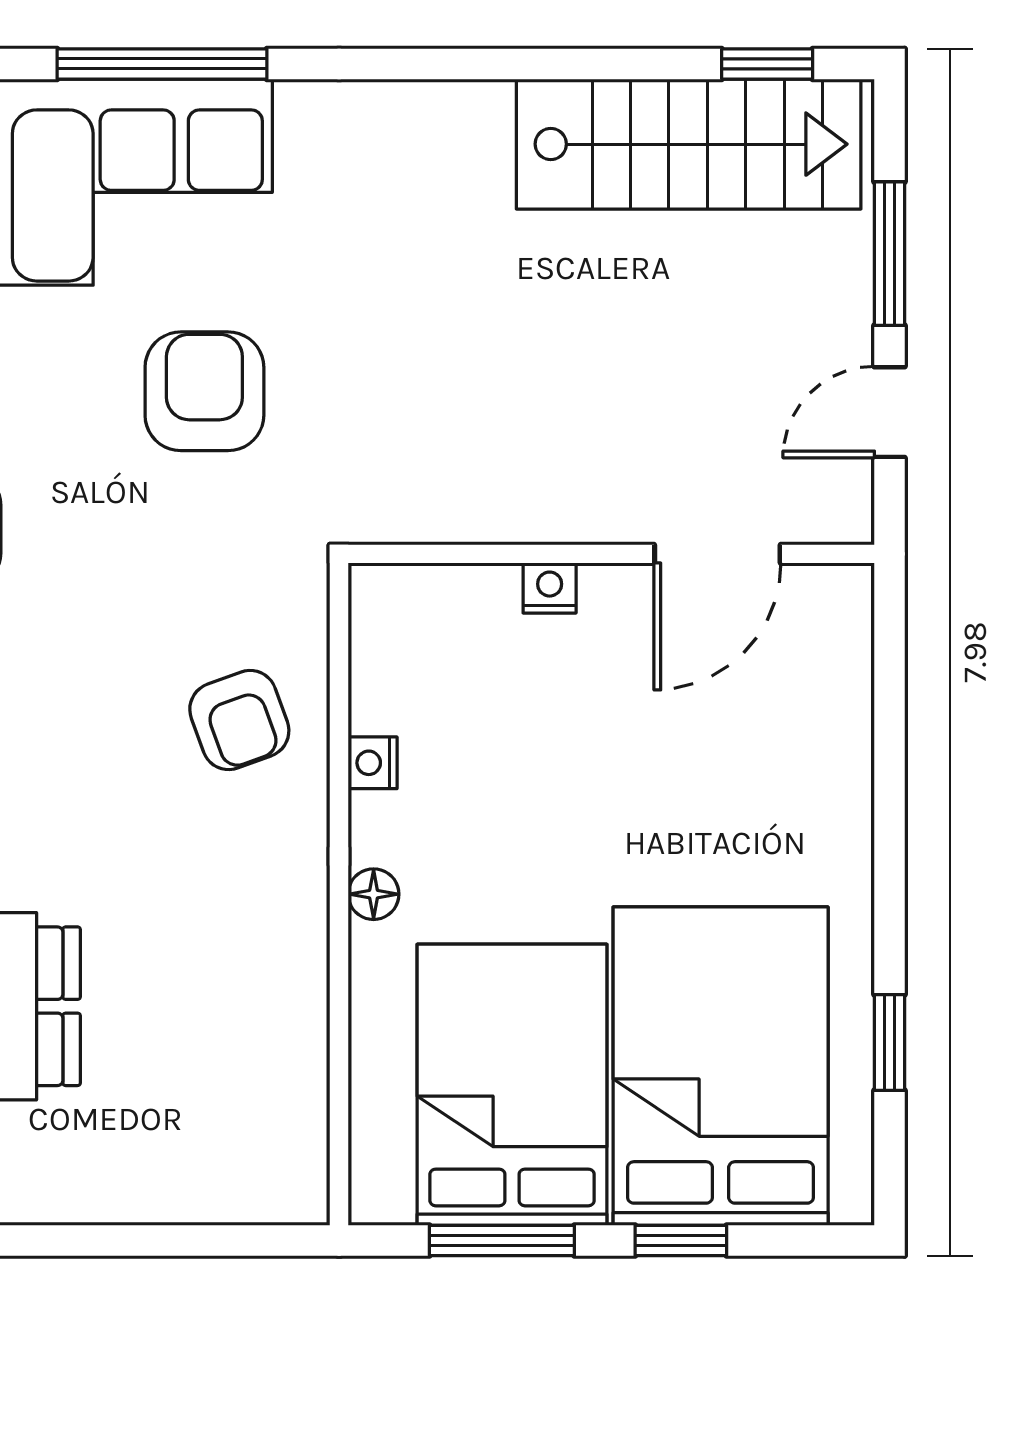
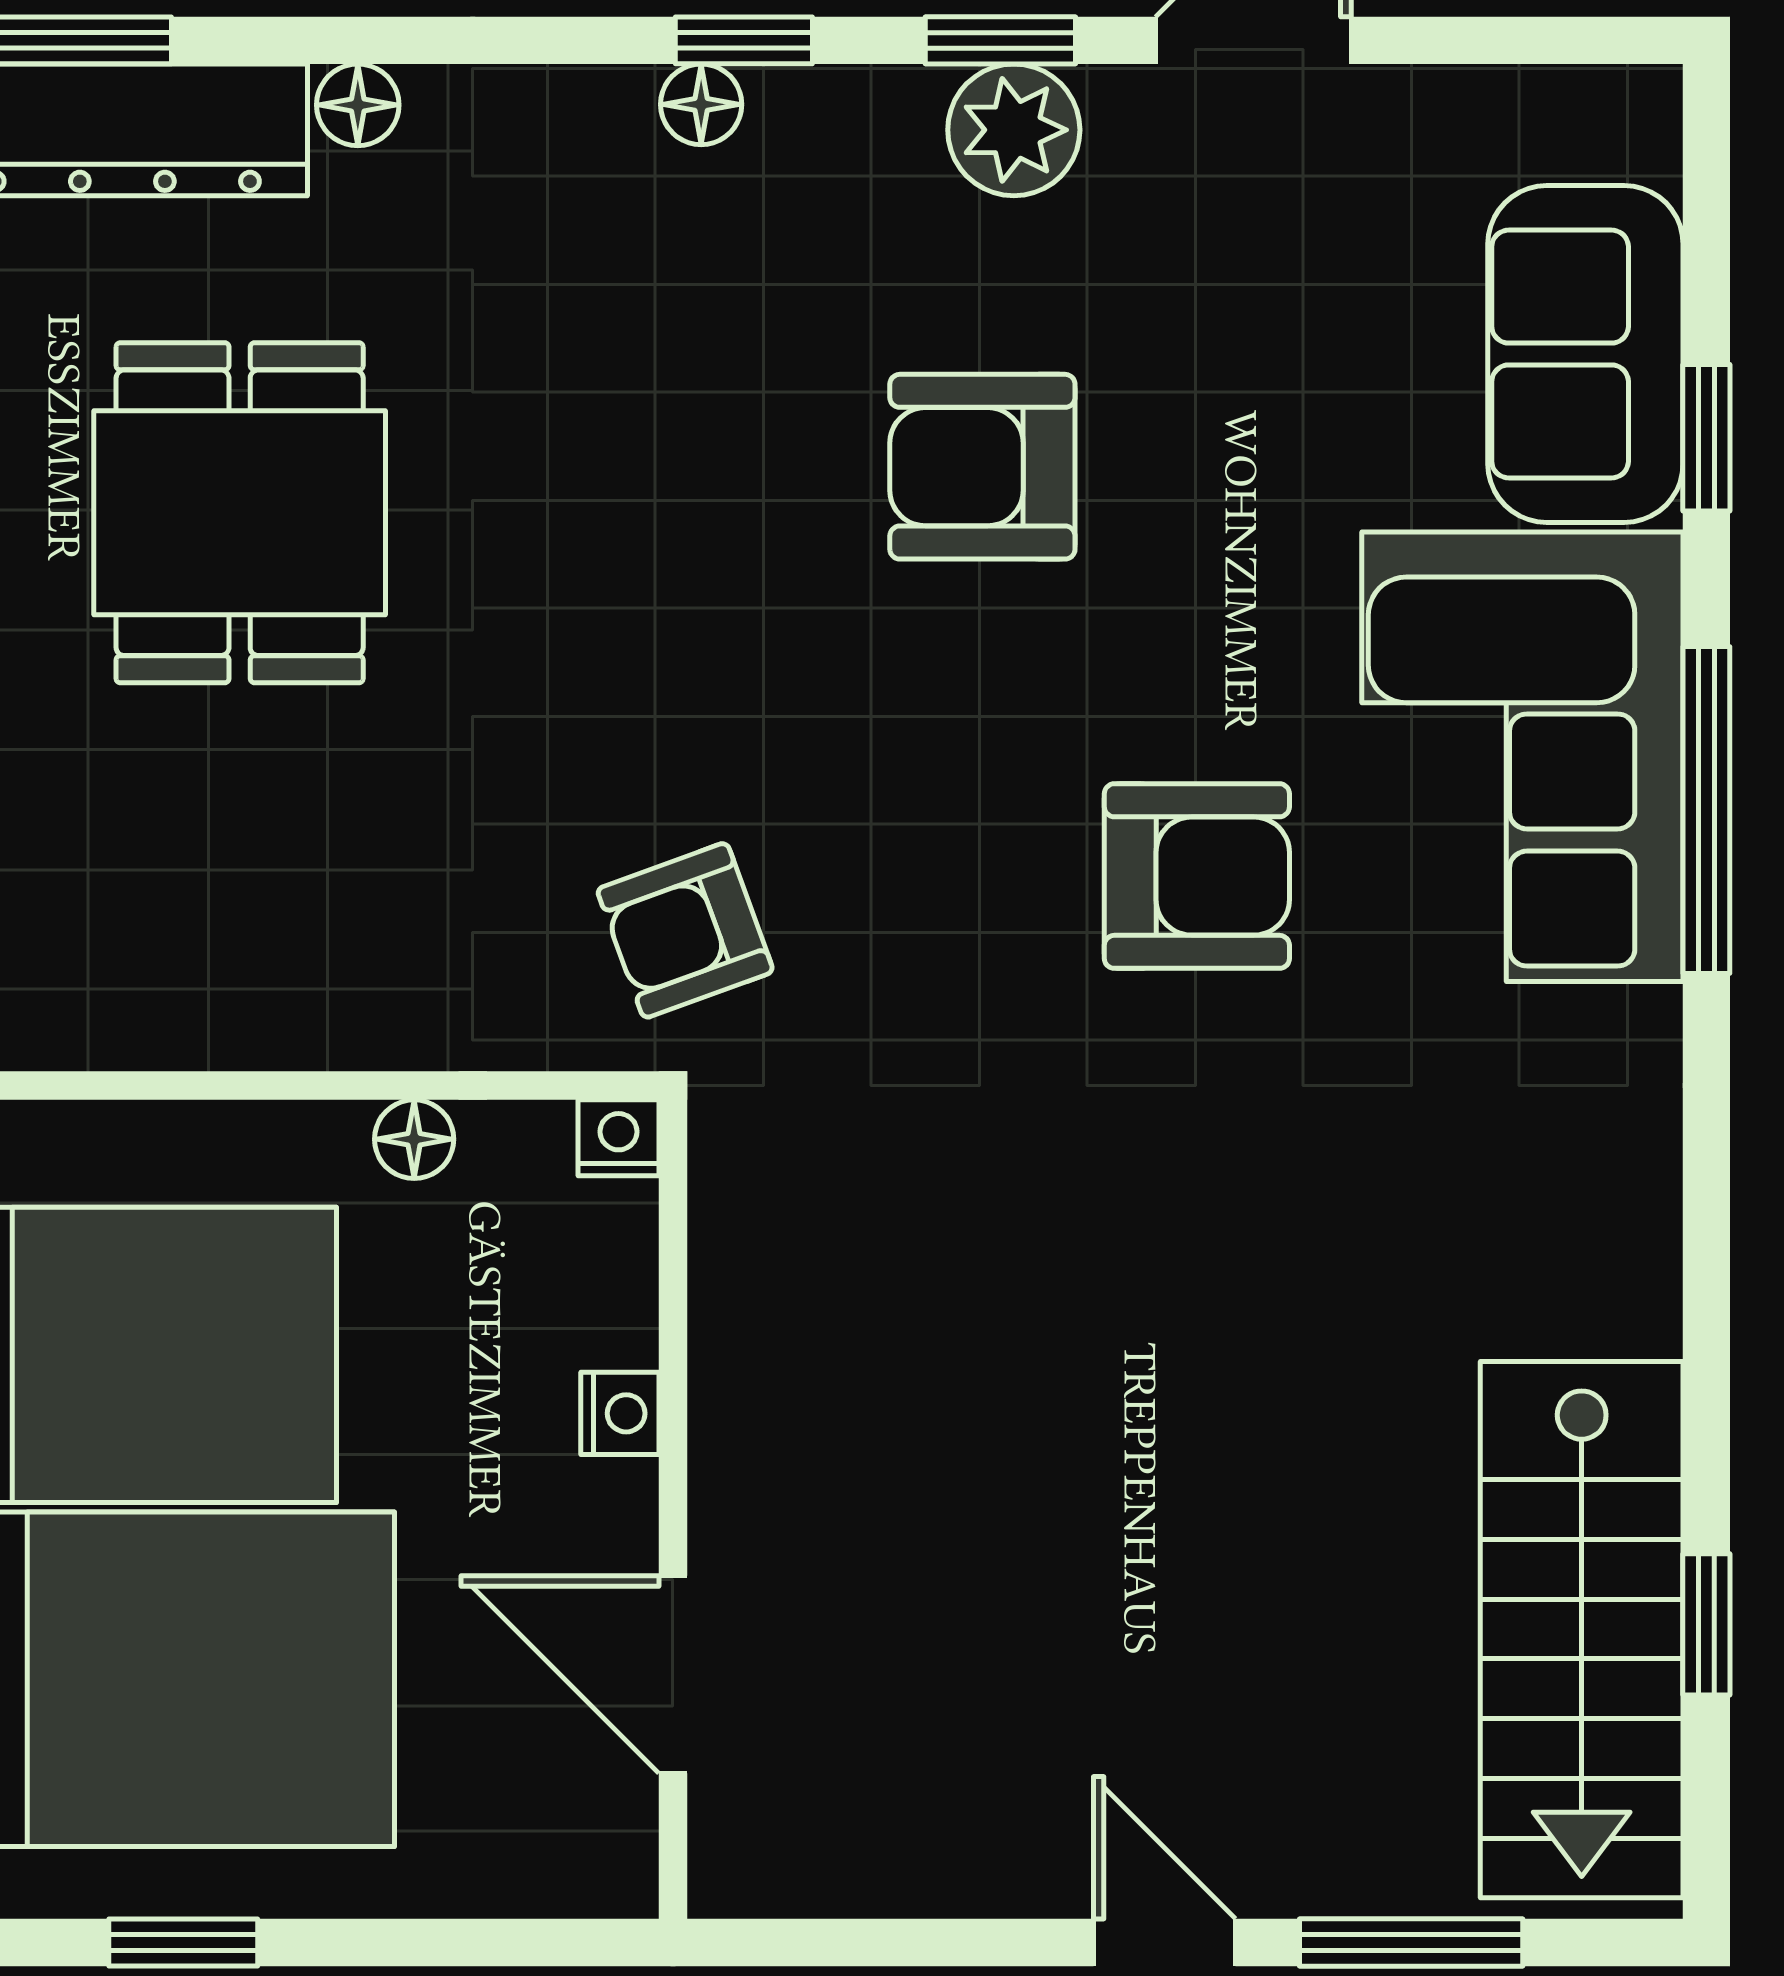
window: (767, 64) -> (1706, 1624), moved
wall: (611, 554) -> (673, 1509), moved
door: (717, 554) -> (673, 1675), moved
nightstand: (550, 588) -> (620, 1413), moved

